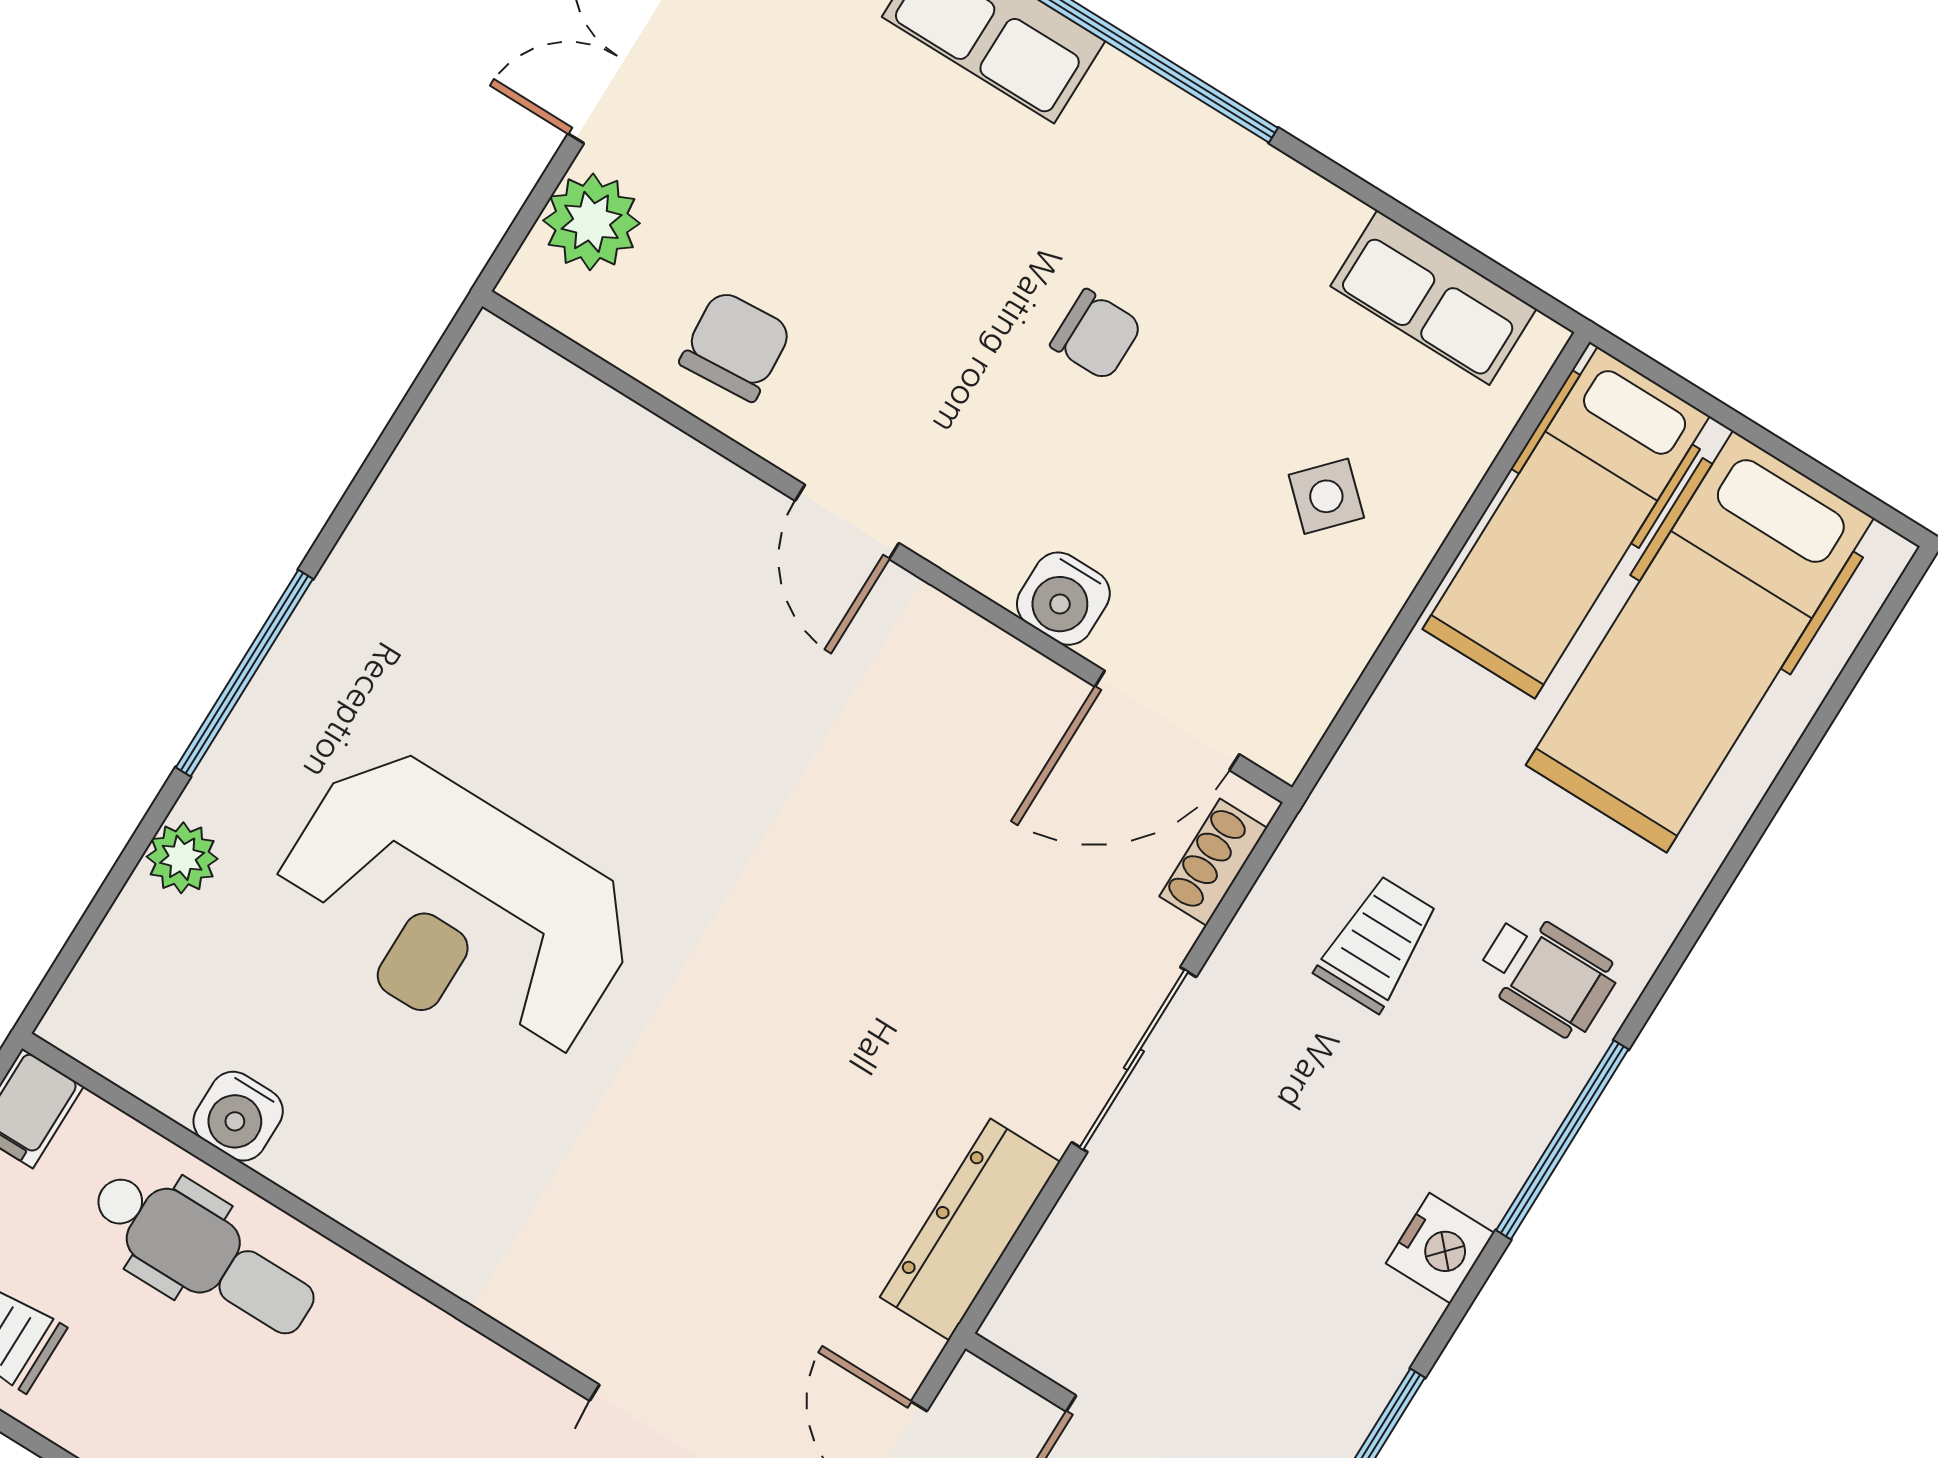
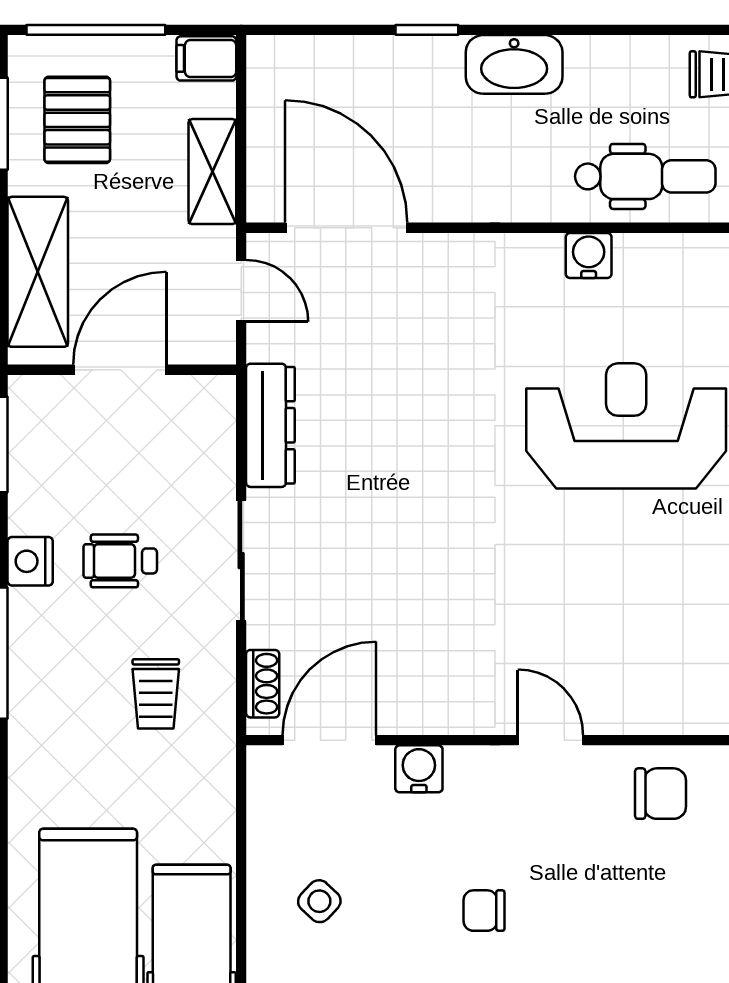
chair: (736, 346) -> (661, 794), turned -86
wheelchair: (1547, 975) -> (120, 561), moved
water cooler: (238, 1116) -> (589, 255), moved
dental chair: (204, 1253) -> (645, 176), turned 180

